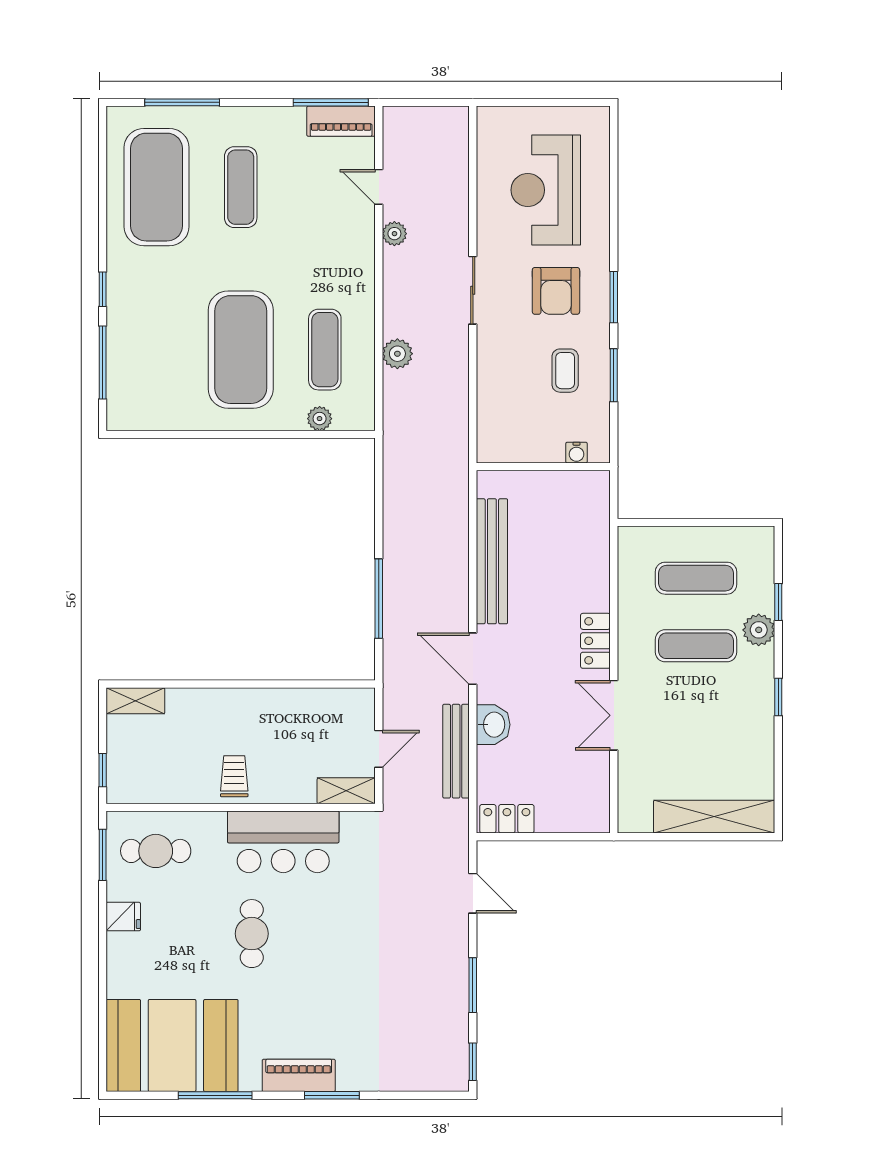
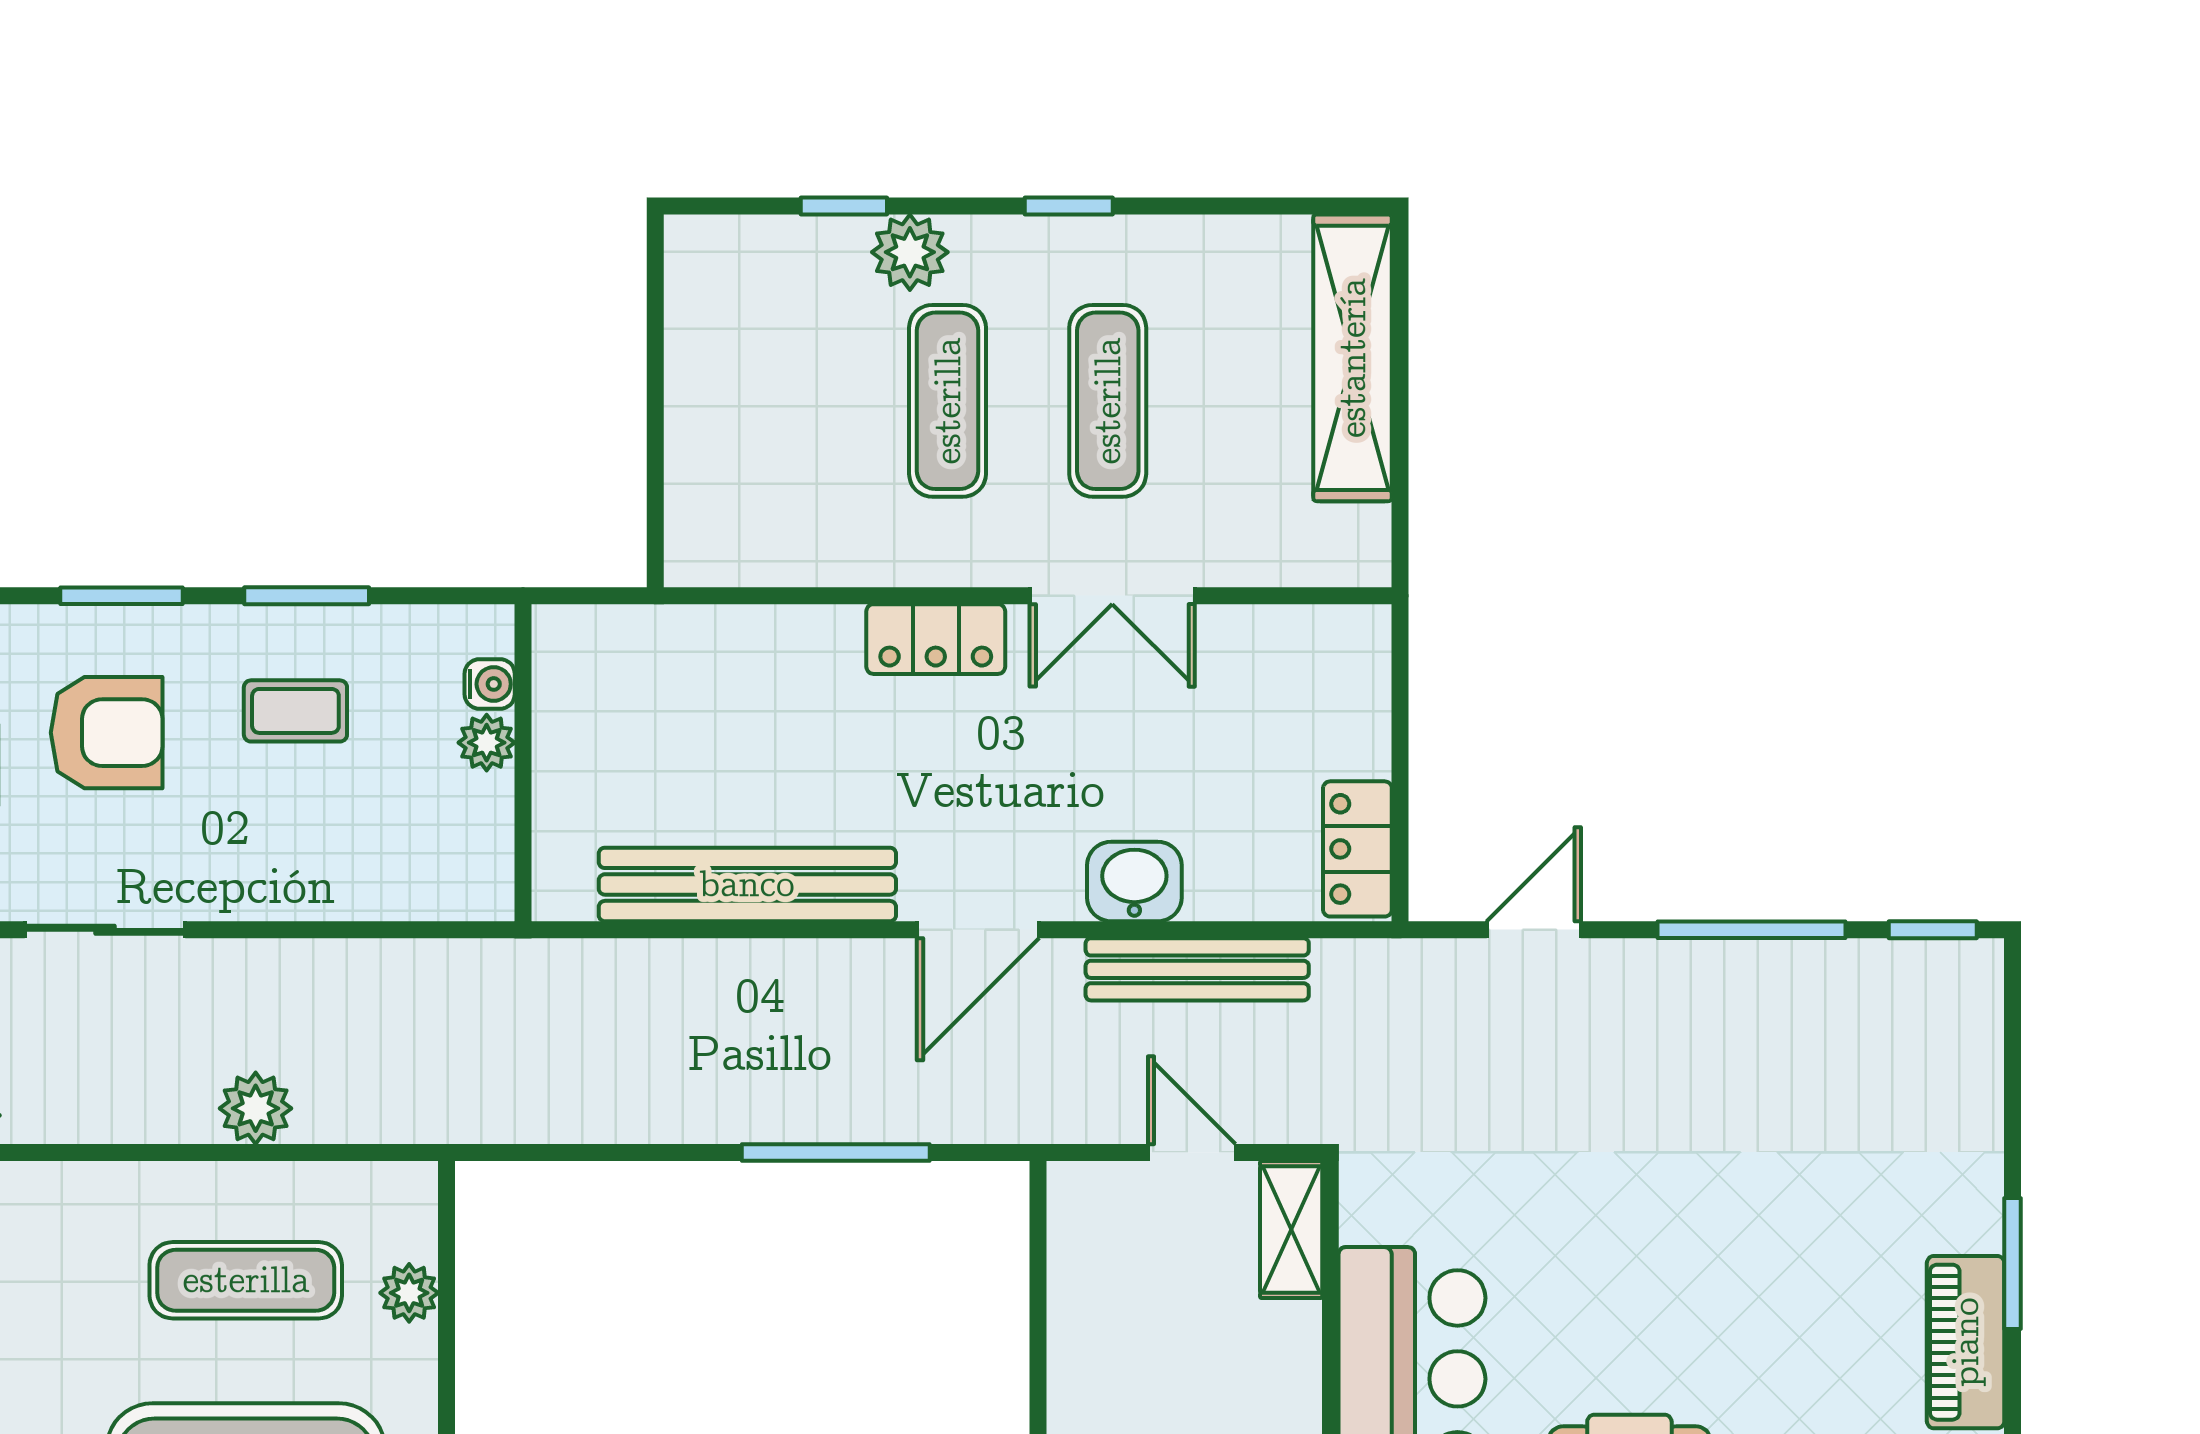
plant: (552, 451) -> (487, 743), added
exercise mat: (696, 578) -> (1108, 401), moved
window: (473, 985) -> (1752, 930), width x1.44

